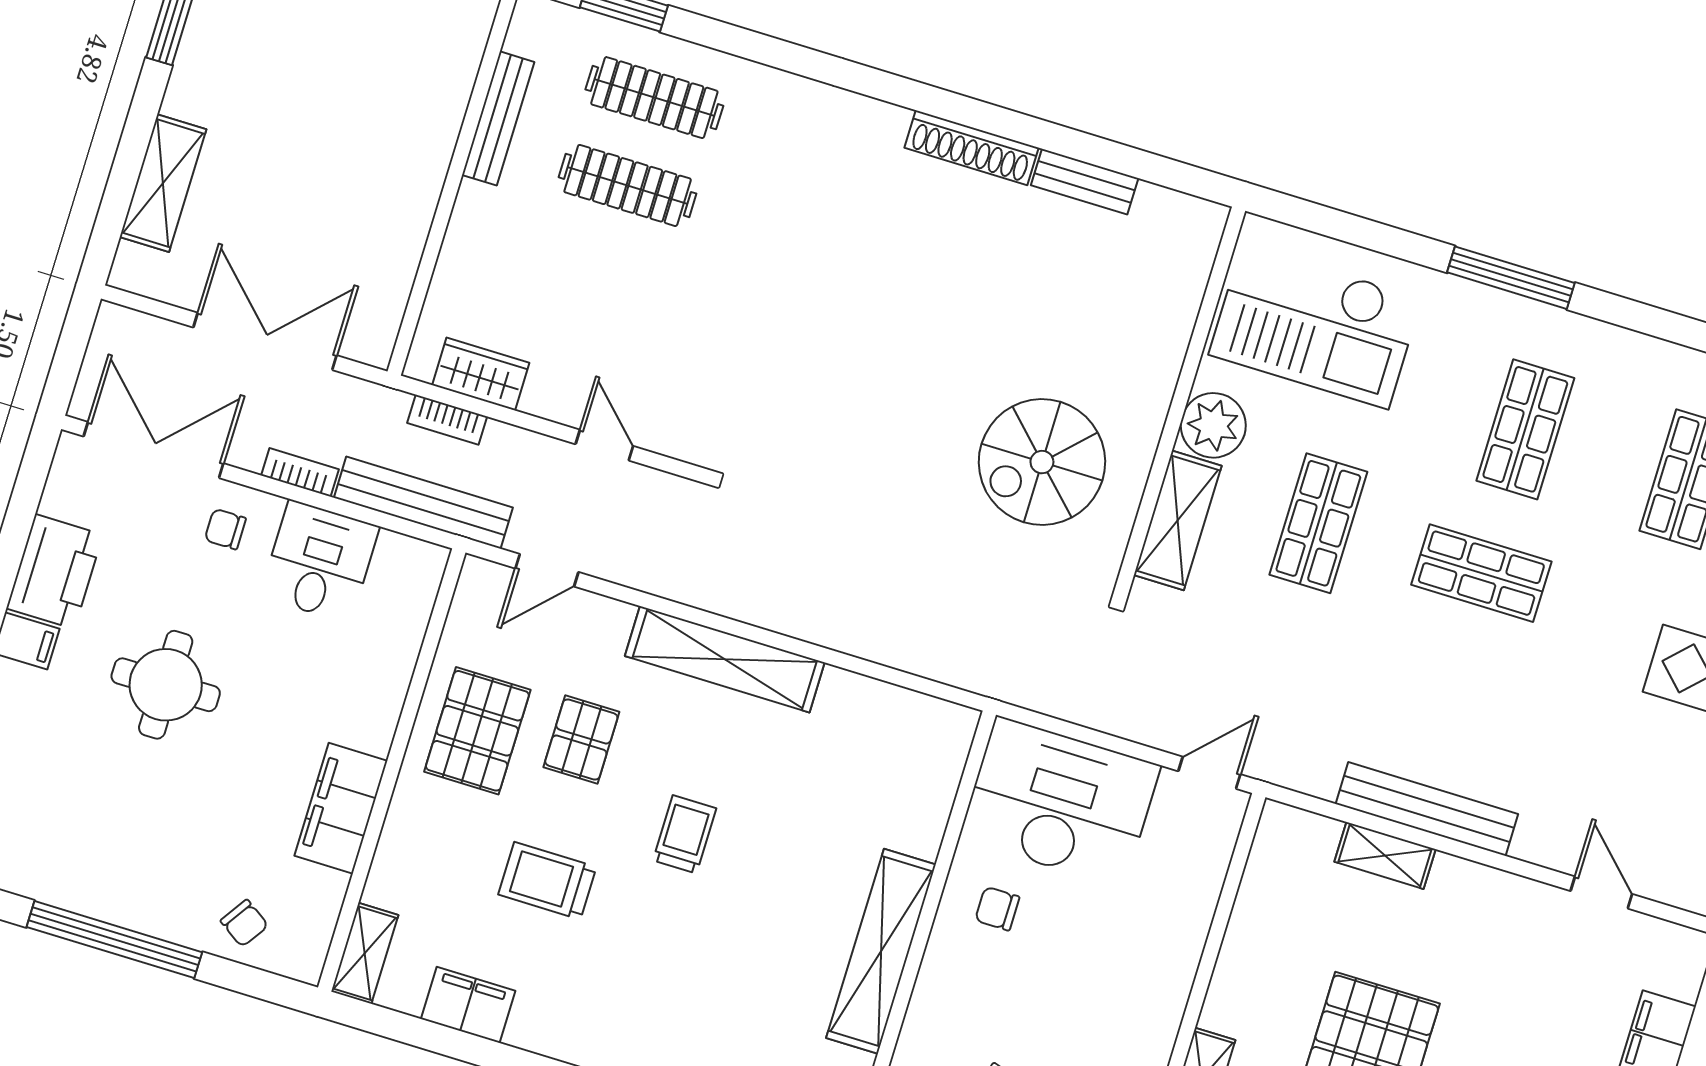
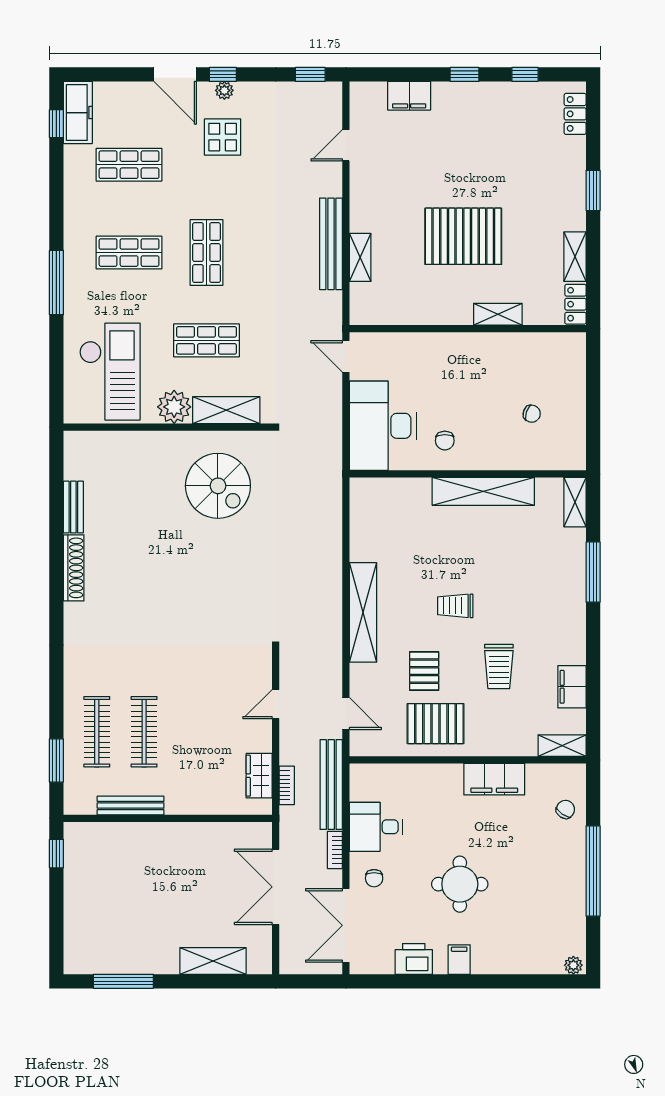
printer: (55, 572) -> (414, 959), width x0.73, depth x0.84
pallet: (581, 740) -> (424, 671), turned 90

